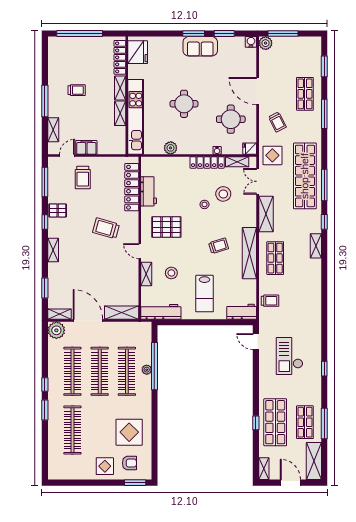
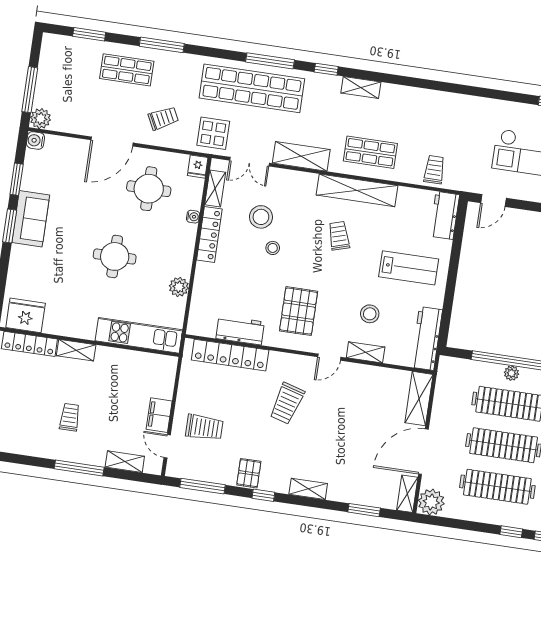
shelving: (120, 113) -> (115, 356), removed
kitchen unit: (136, 117) -> (139, 335), width x0.73

